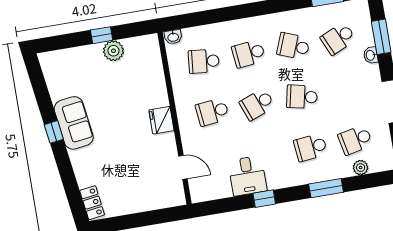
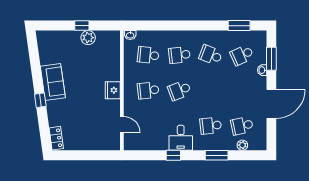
school desk: (302, 97) -> (211, 90), removed
window: (54, 132) -> (40, 100), moved
desk: (247, 176) -> (181, 138), moved

